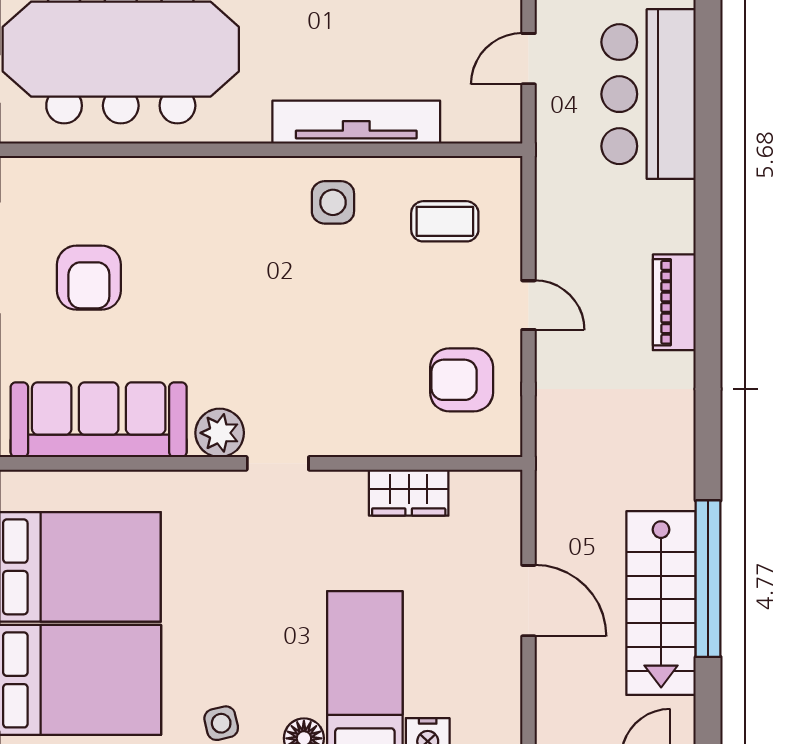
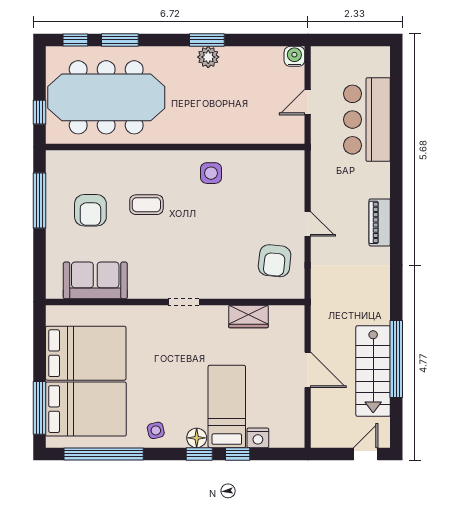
tv unit: (356, 122) -> (223, 133), removed
coffee table: (445, 221) -> (146, 205), moved
armchair: (462, 380) -> (275, 261), turned -84
sofa: (99, 420) -> (95, 280), width x0.73
plant: (220, 433) -> (155, 287), removed

